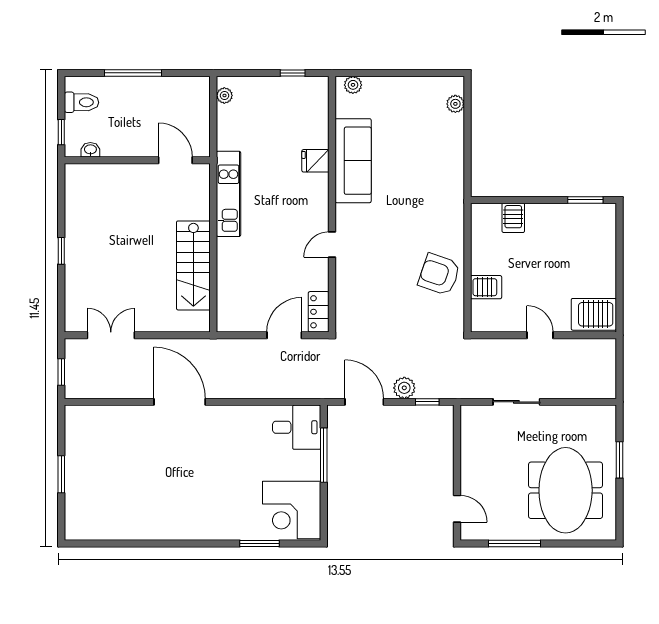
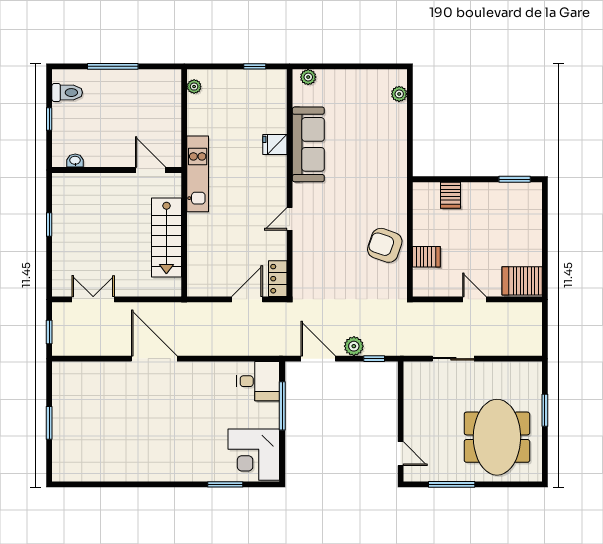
washbasin: (90, 150) -> (75, 161), moved
wall: (137, 160) -> (117, 170), moved
door: (175, 160) -> (150, 170), moved

